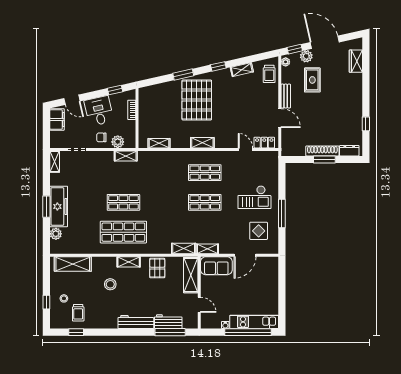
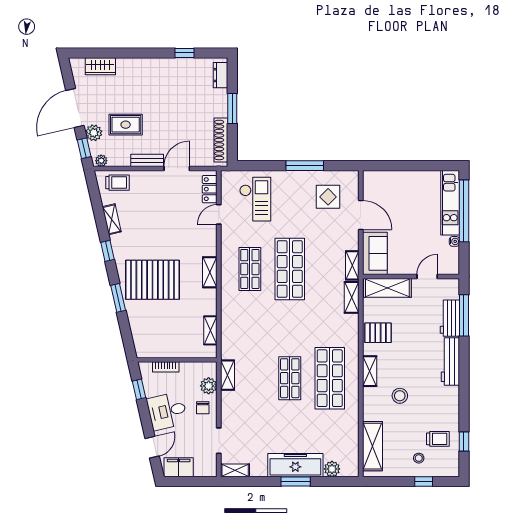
shoe rack: (322, 151) -> (221, 140), moved
checkout: (254, 197) -> (255, 199), moved
shop shelf: (205, 202) -> (290, 269), width x1.43, depth x1.36

